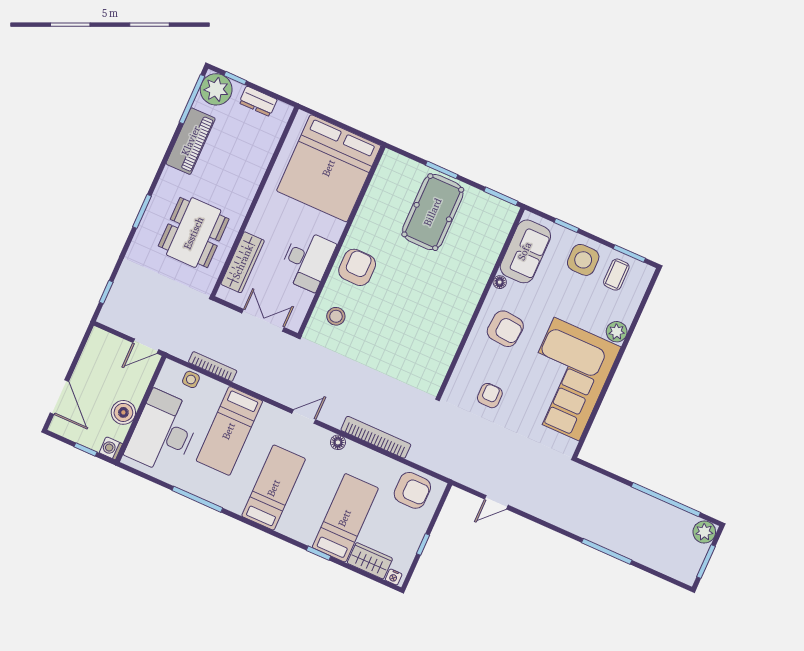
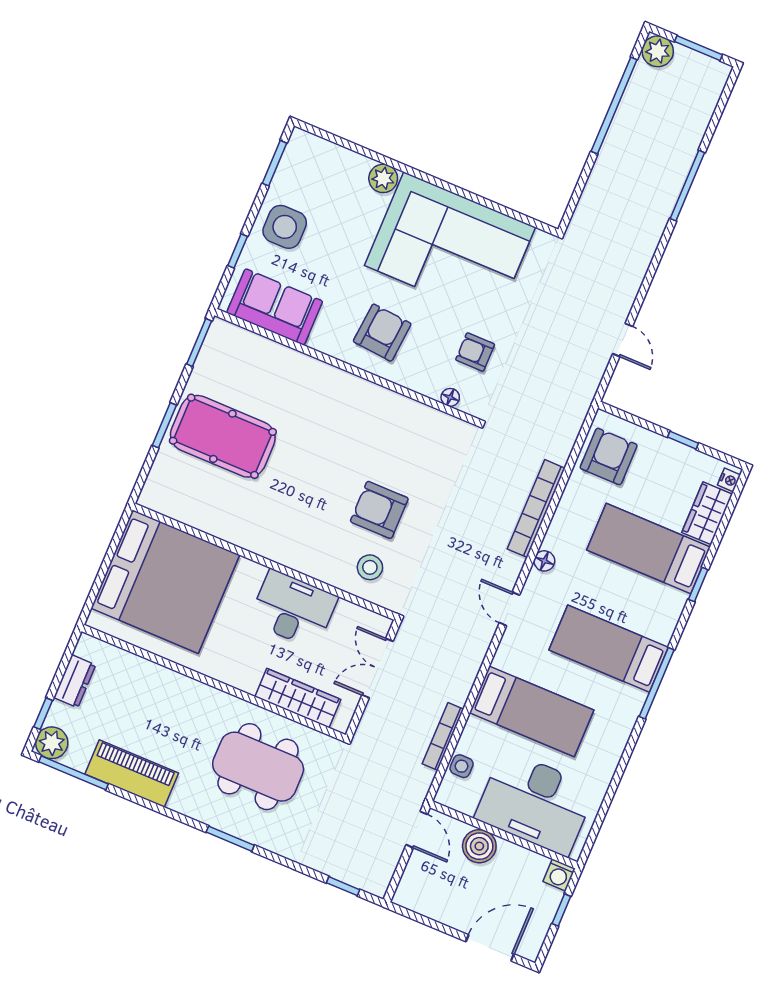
plant: (216, 89) -> (52, 743), width x0.73, depth x0.73
armchair: (357, 267) -> (379, 510), moved
coffee table: (616, 275) -> (304, 181), removed
floor lamp: (500, 282) -> (450, 397), moved
boiler: (123, 412) -> (479, 846), moved
window: (197, 499) -> (657, 683), moved

